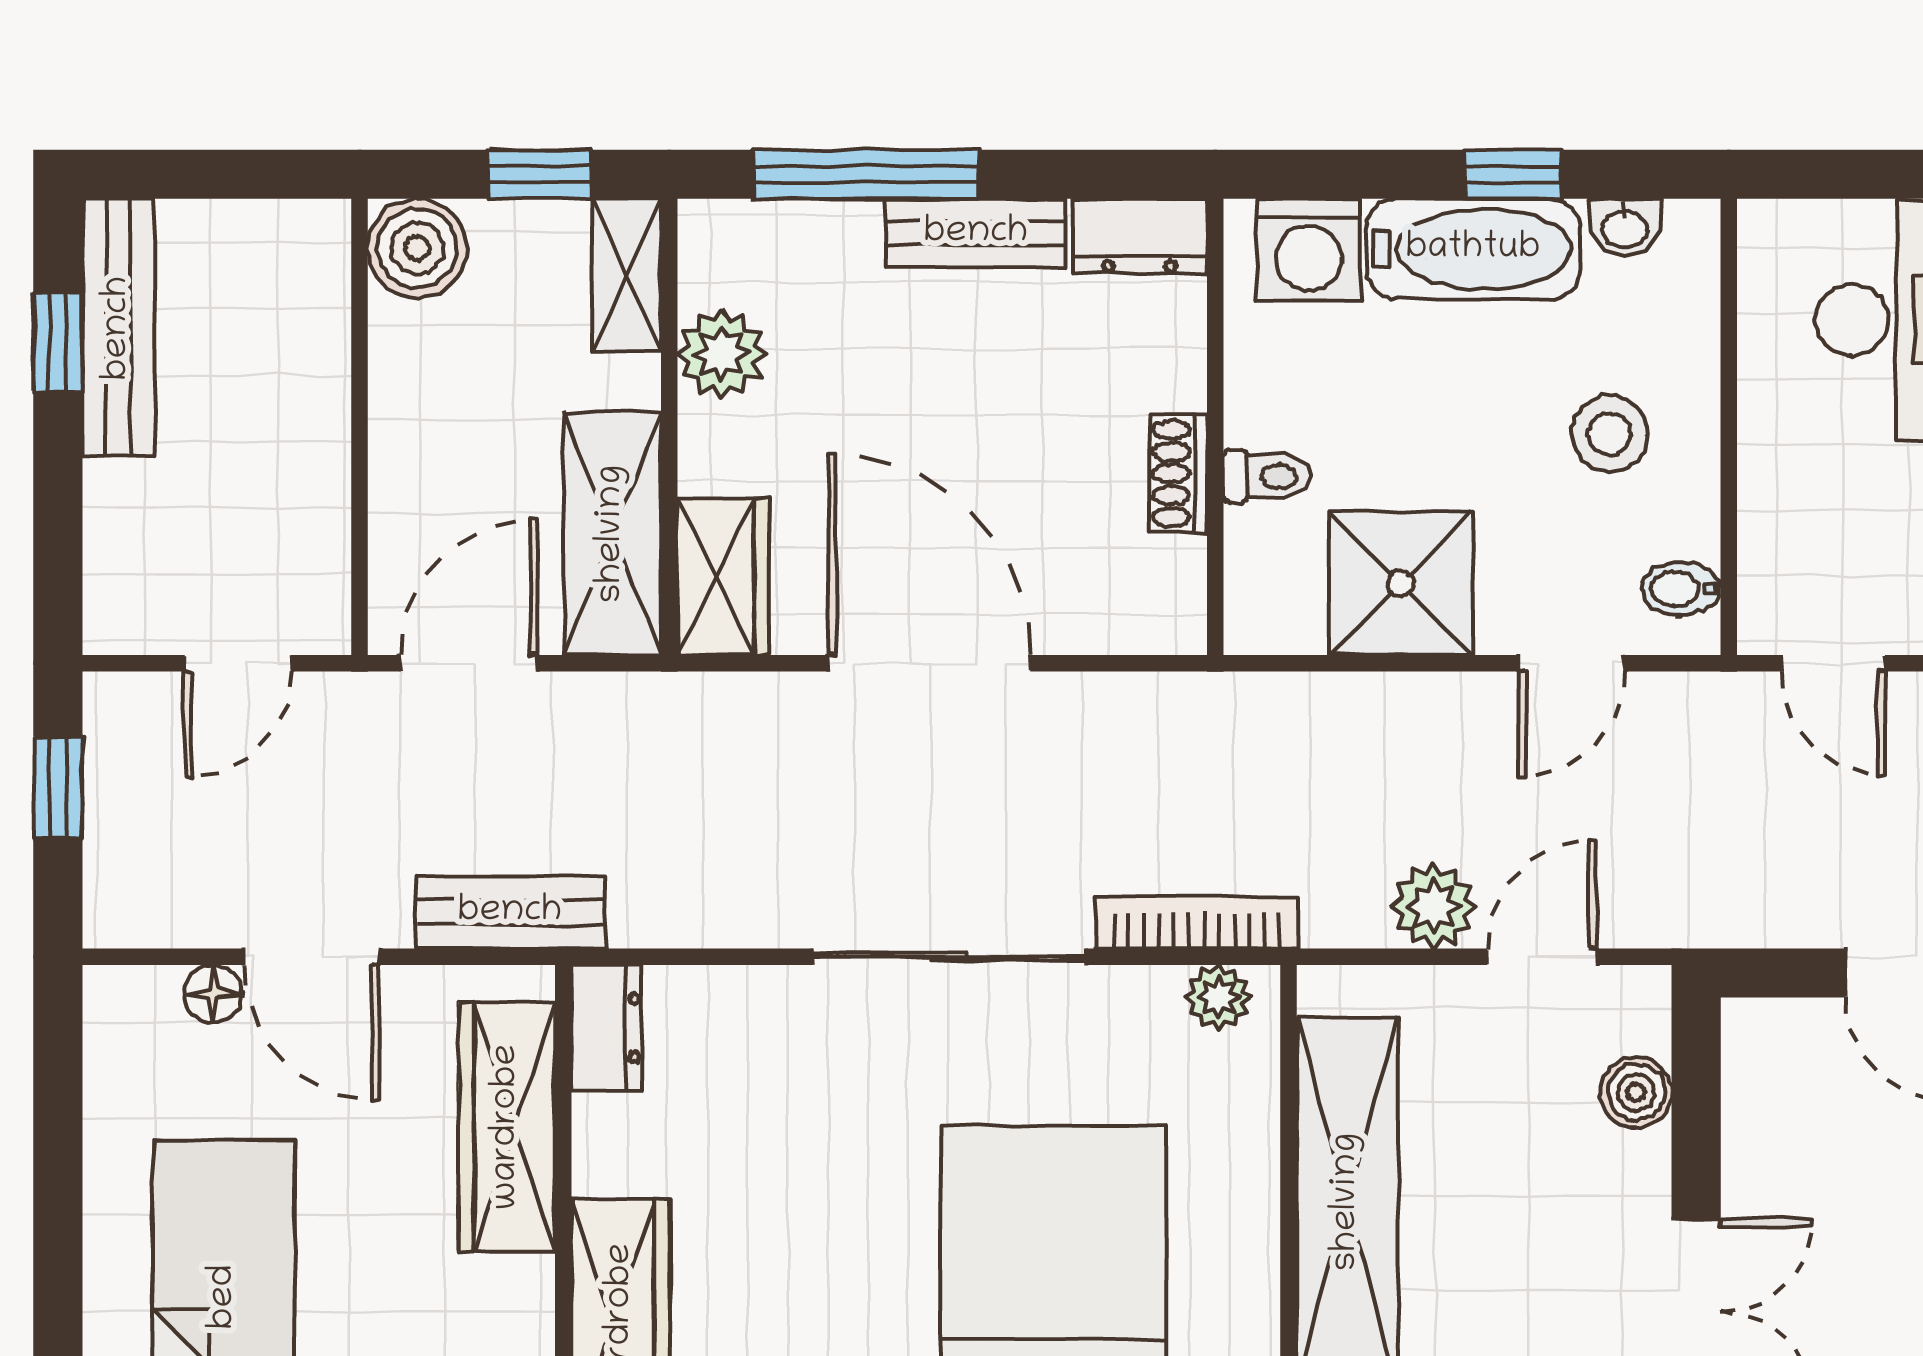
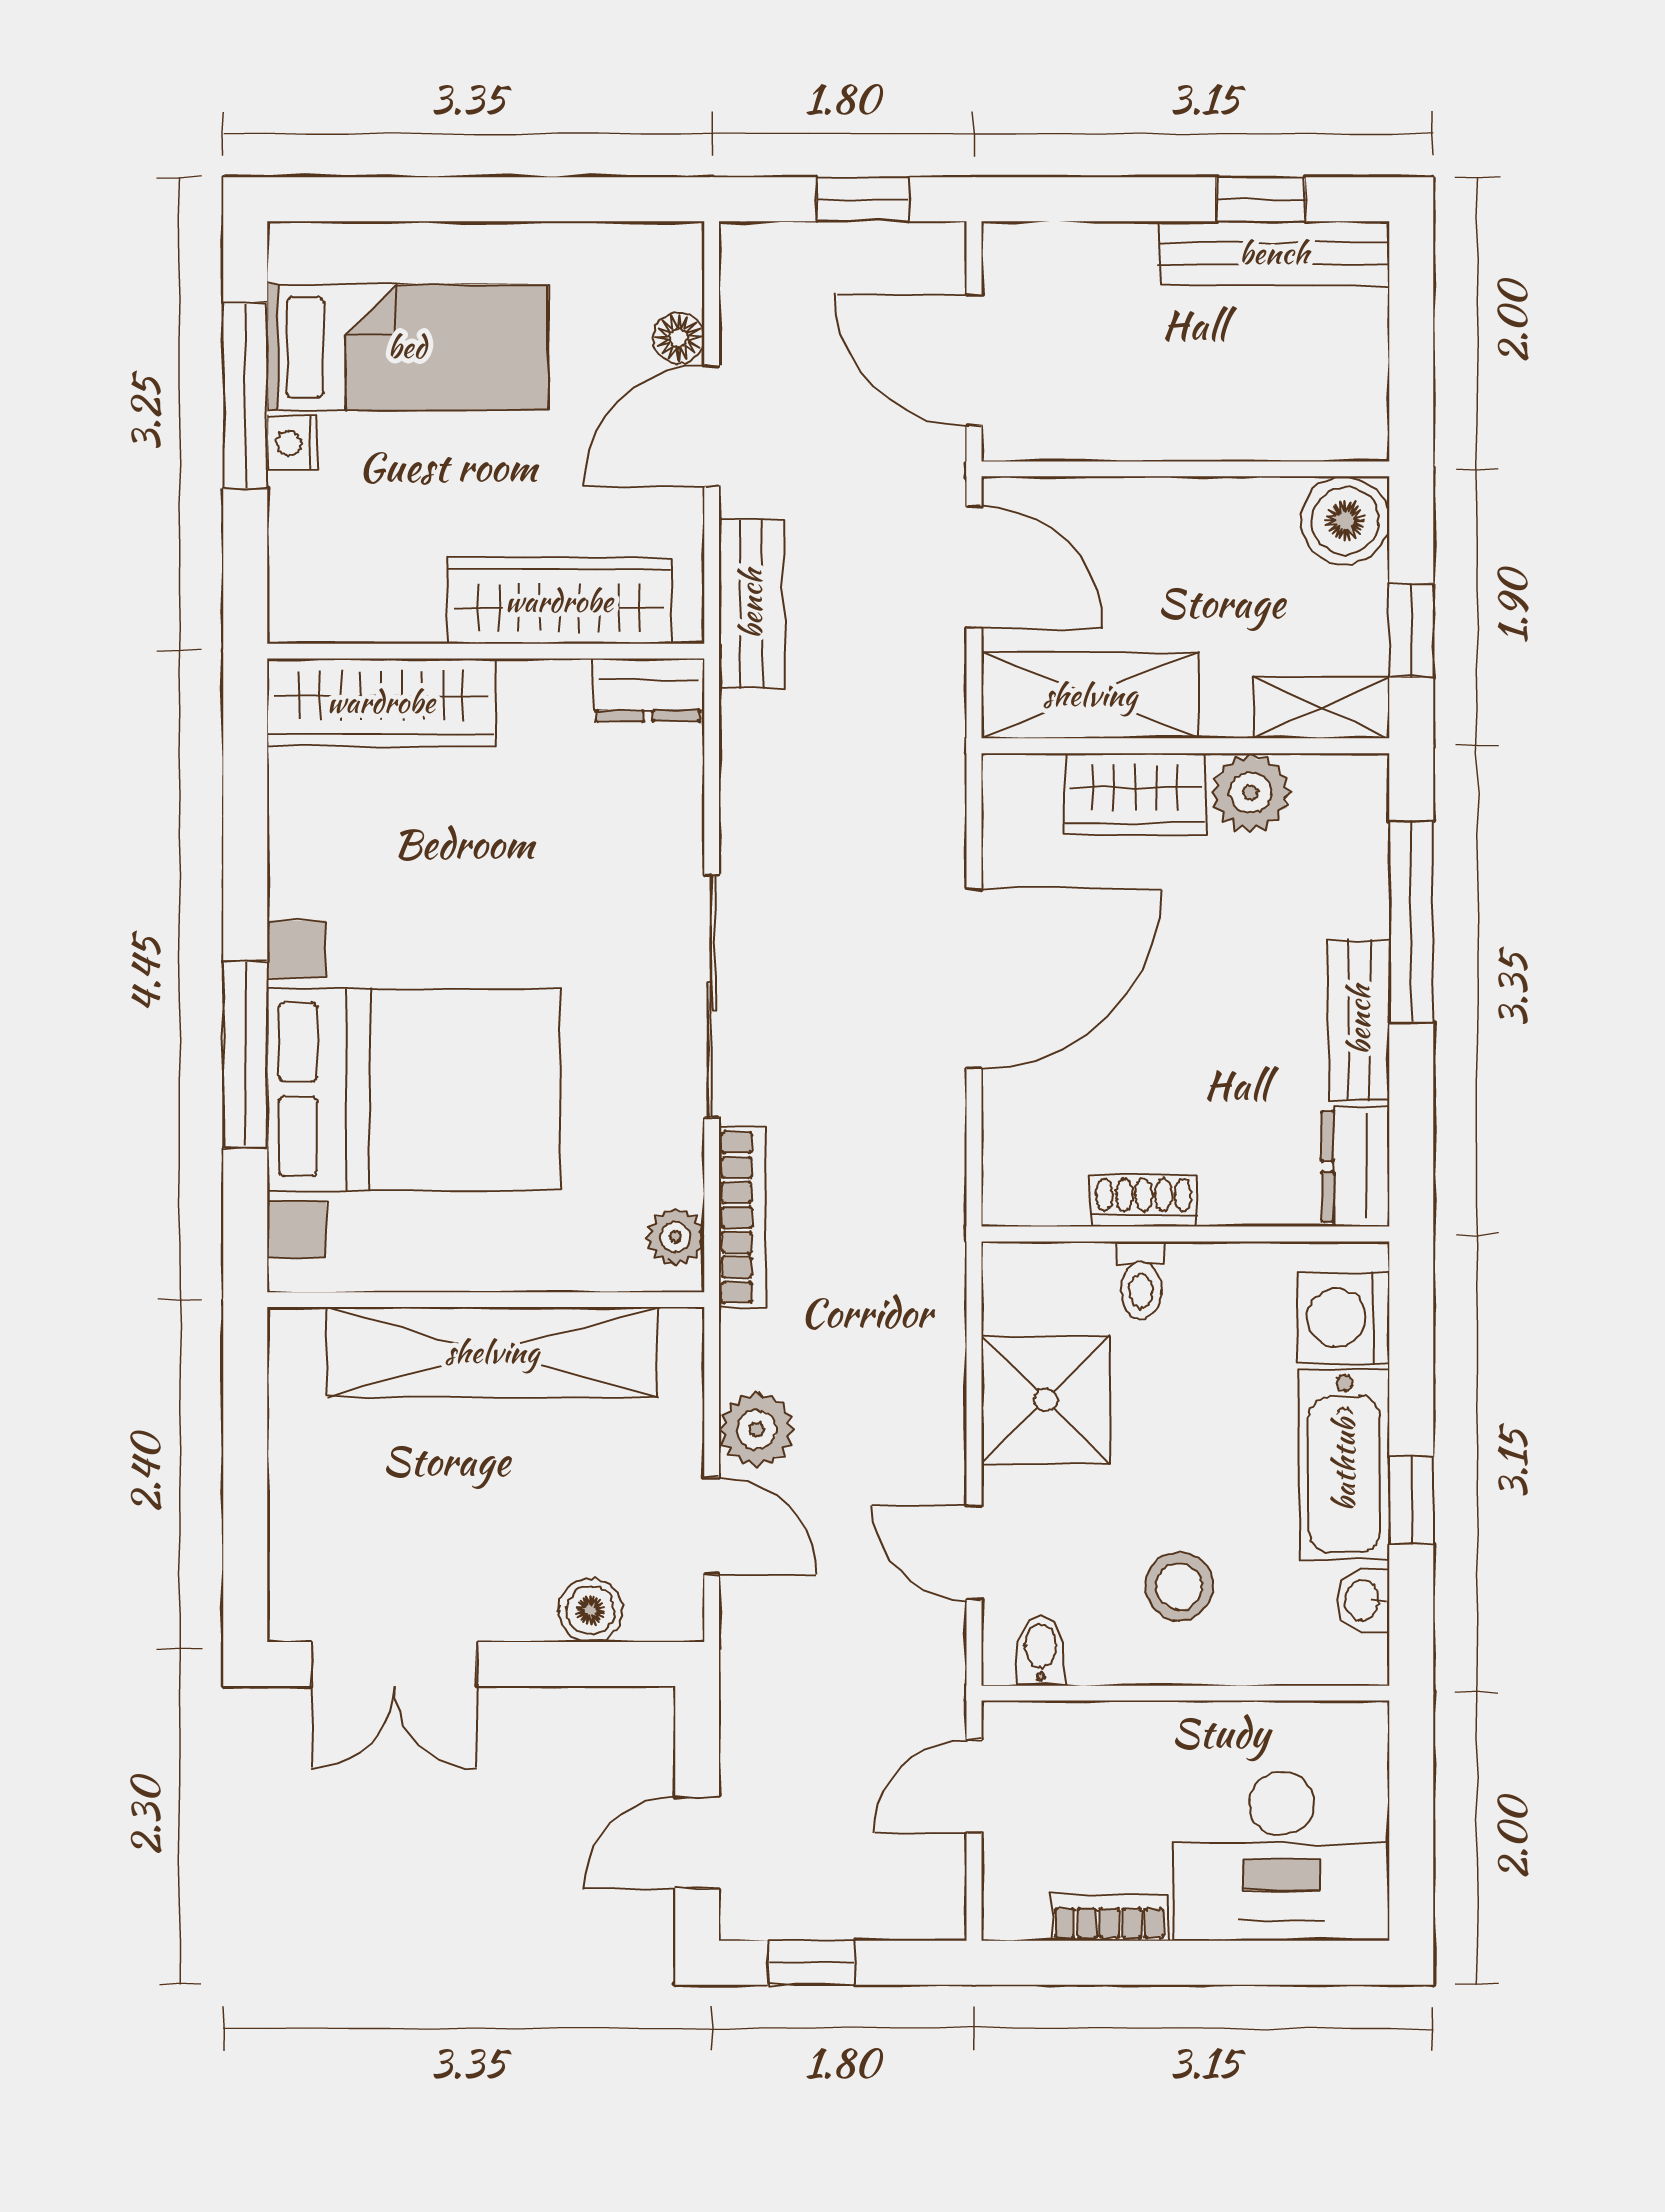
wardrobe: (723, 576) -> (1135, 794), moved
door: (238, 663) -> (974, 360), width x1.38

